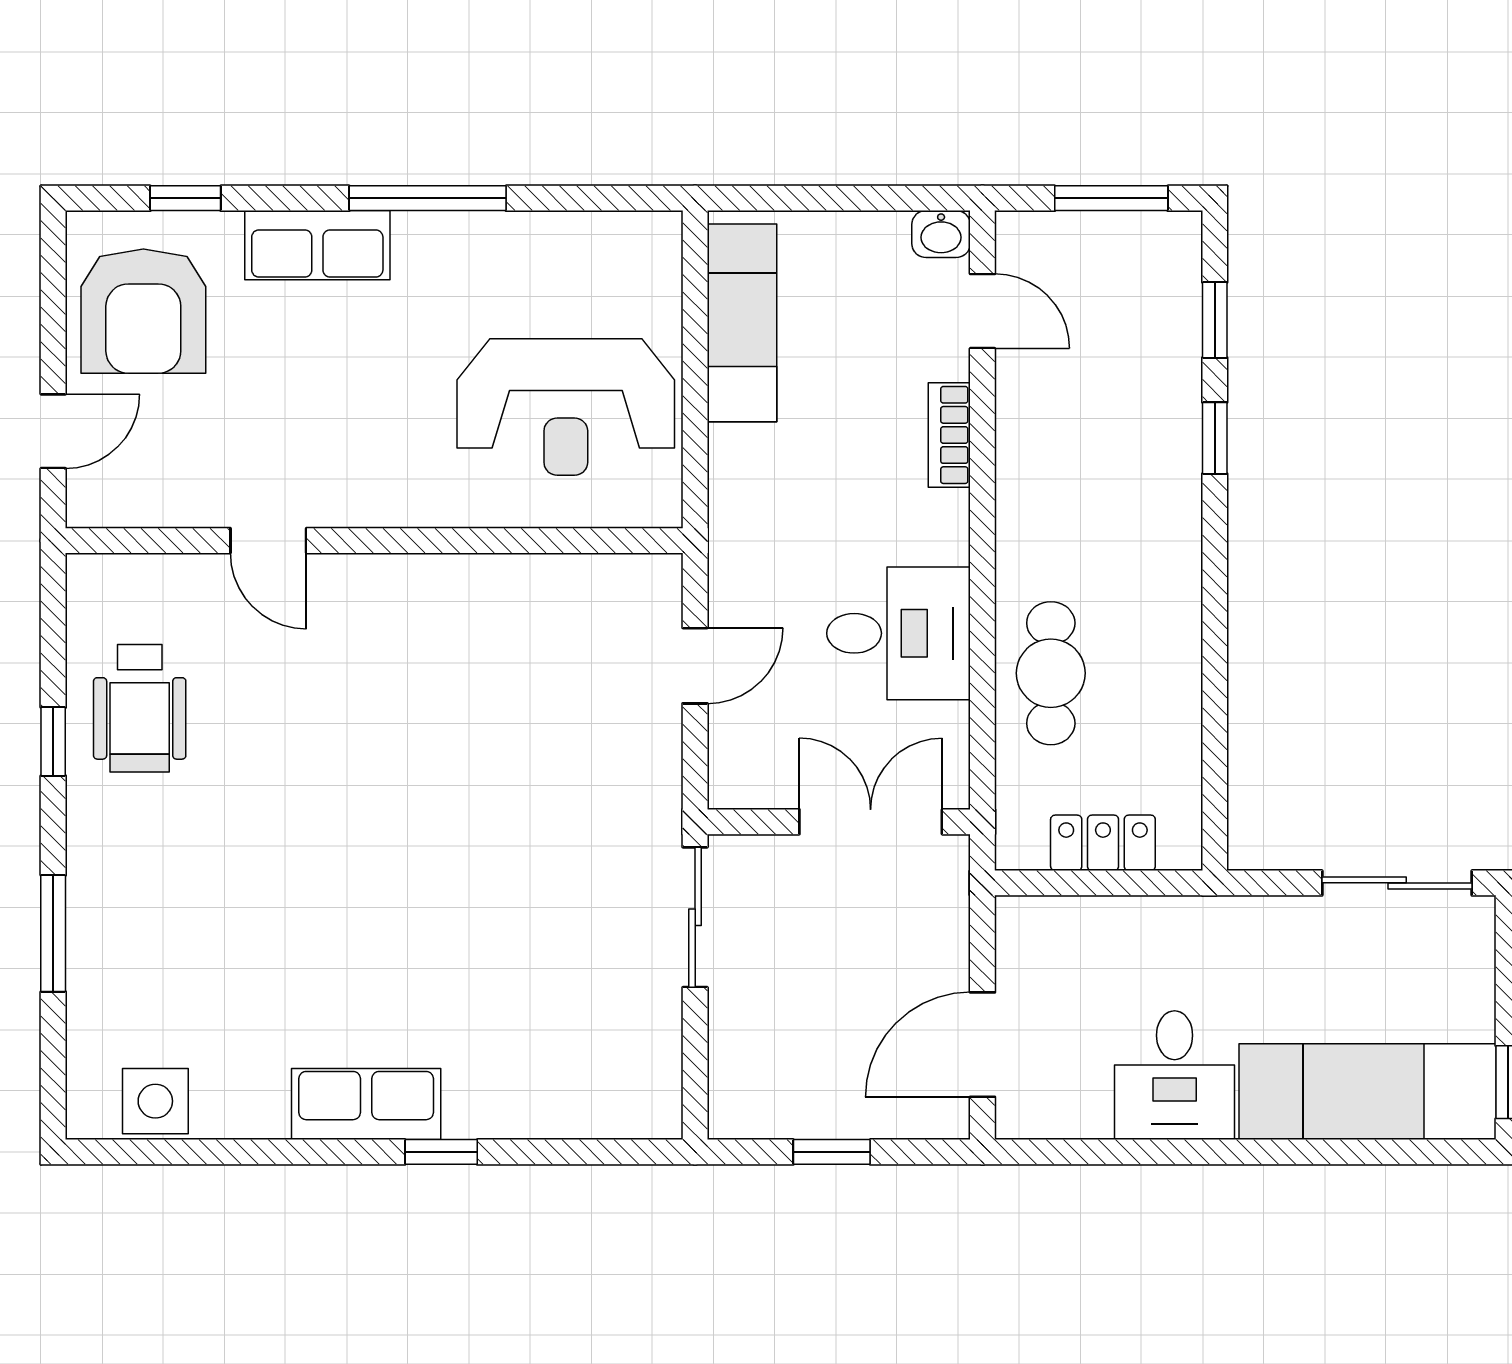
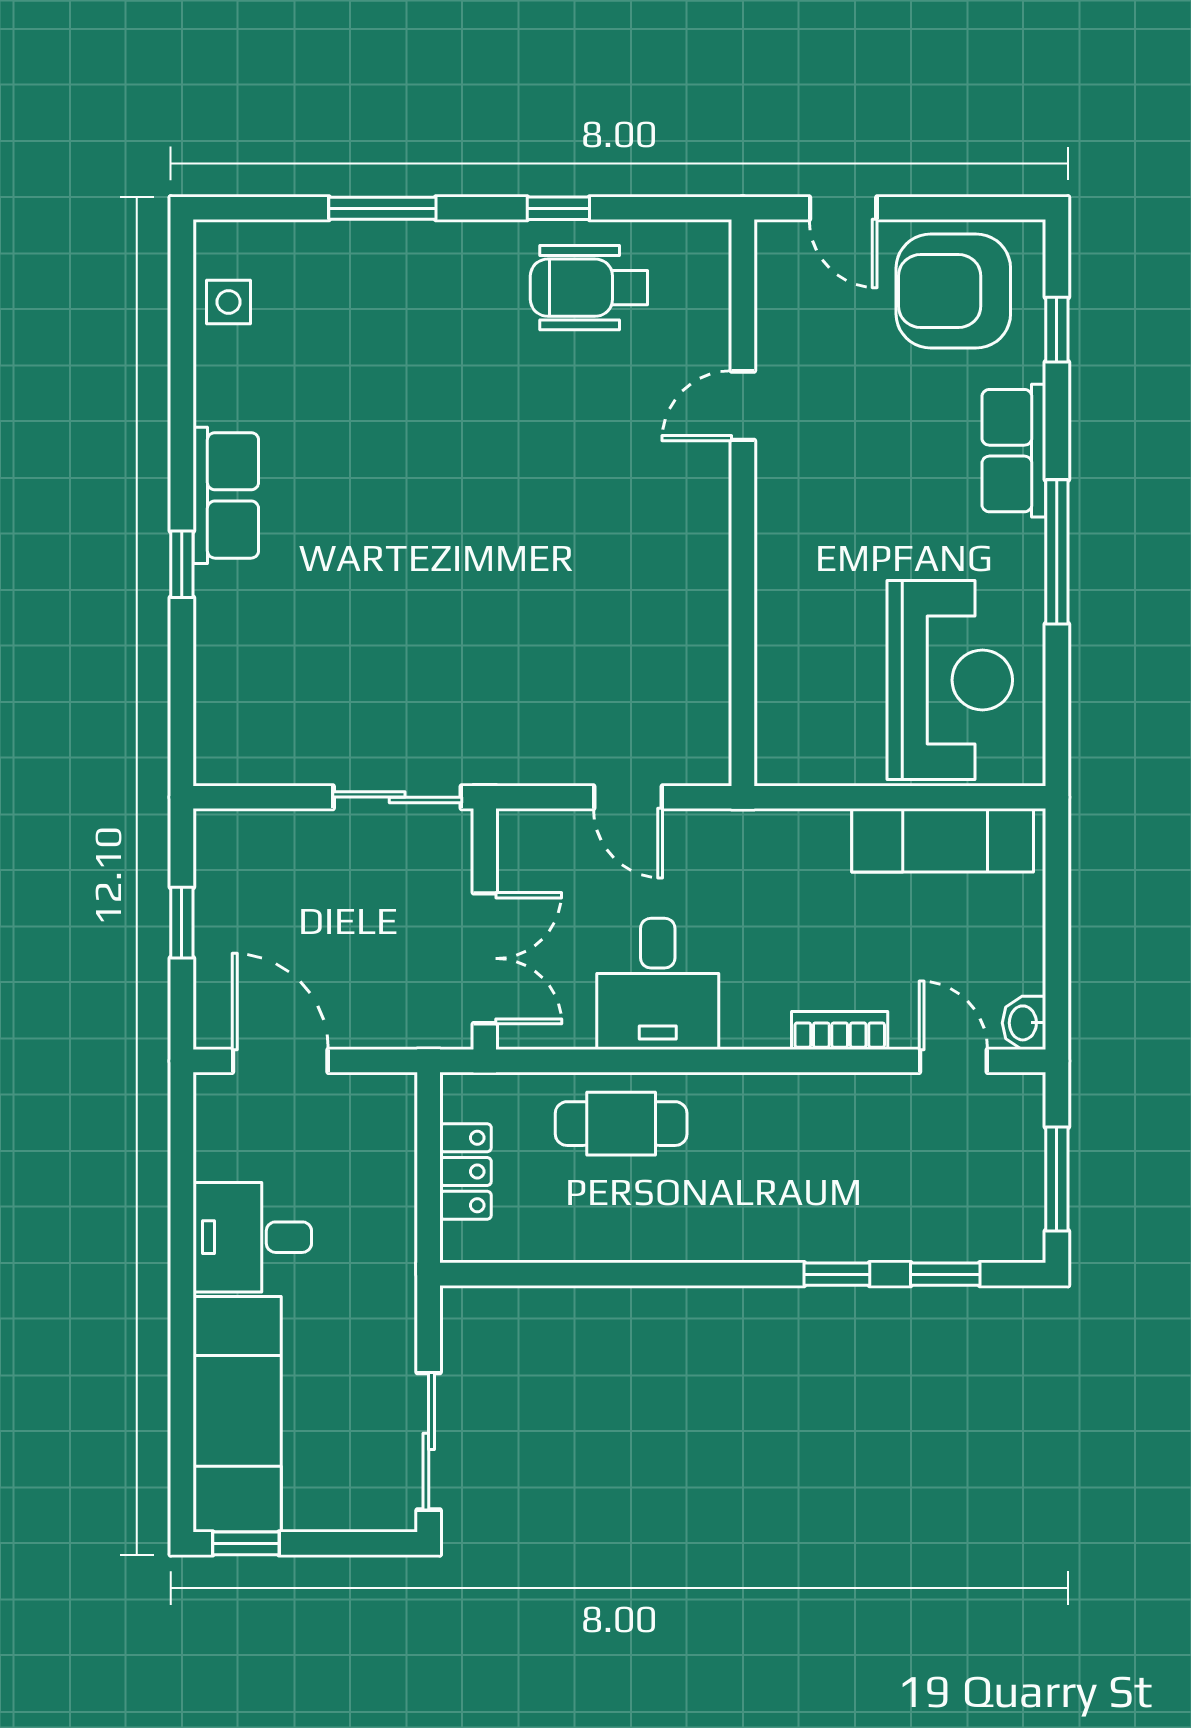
door: (982, 311) -> (953, 1061), swing flipped
reception desk: (566, 407) -> (950, 680), moved, turned 180
side table: (155, 1101) -> (229, 302), width x0.73, depth x0.73

